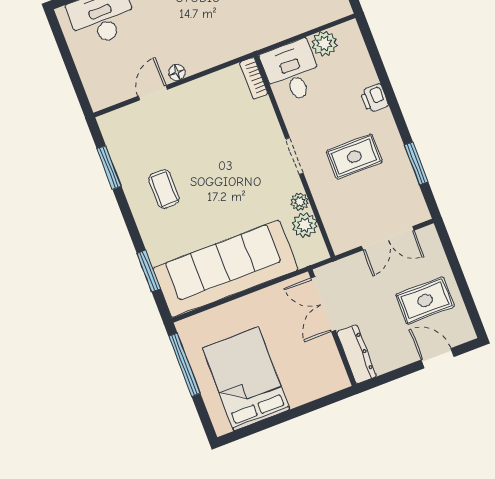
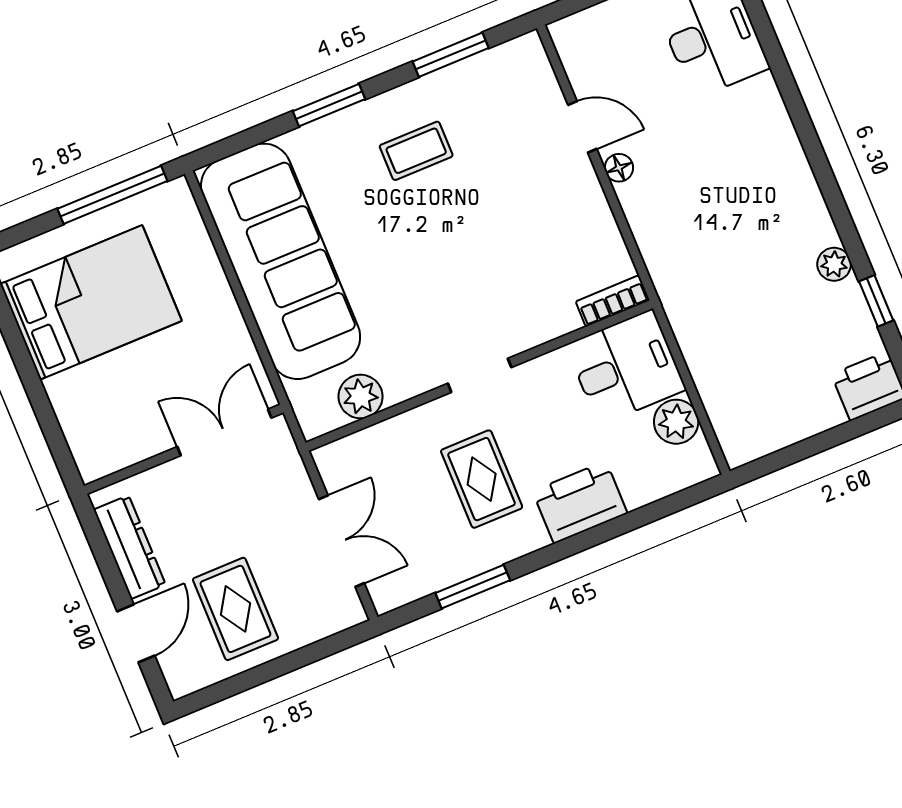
printer: (374, 98) -> (580, 502), width x1.87, depth x1.48
plant: (300, 202) -> (401, 387), removed
double door: (388, 238) -> (342, 541), swing flipped
window: (149, 271) -> (329, 105), moved
dresser: (357, 354) -> (130, 547), moved, turned -90

